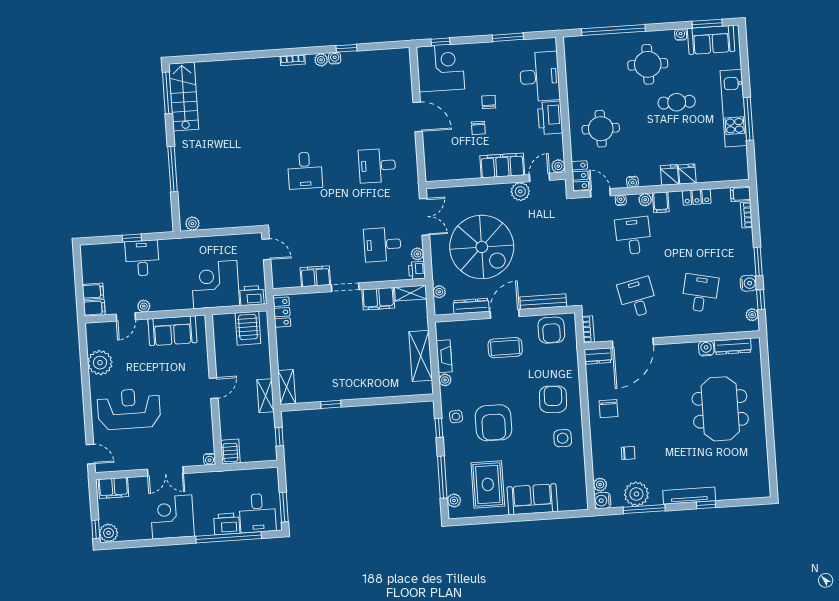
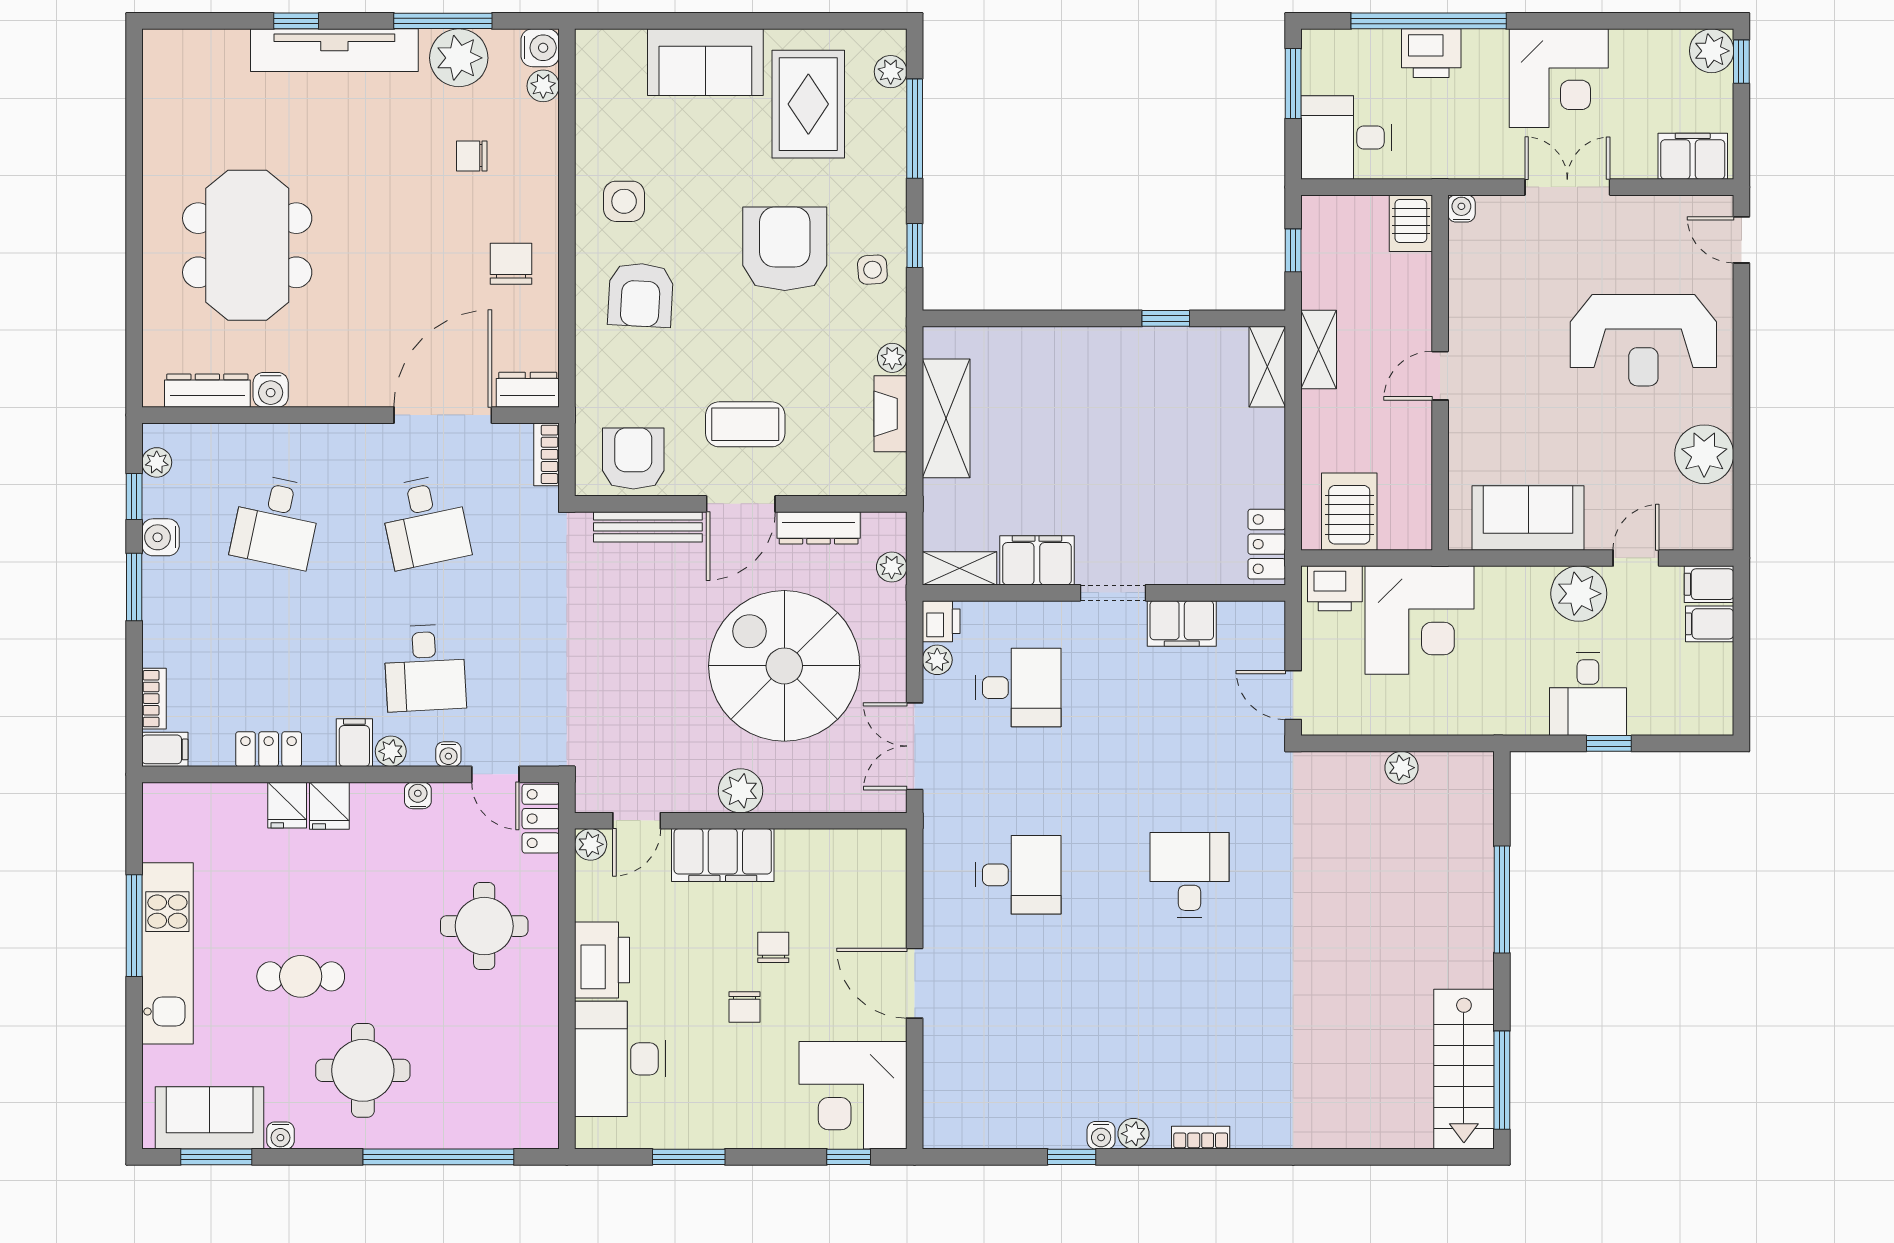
plant: (520, 191) -> (740, 791), moved
plant: (192, 224) -> (1401, 768), moved
plant: (144, 306) -> (1579, 594), width x1.87, depth x1.87
tv unit: (689, 496) -> (334, 50), width x1.36, depth x1.29
desk: (258, 513) -> (1346, 137), moved, turned -90

